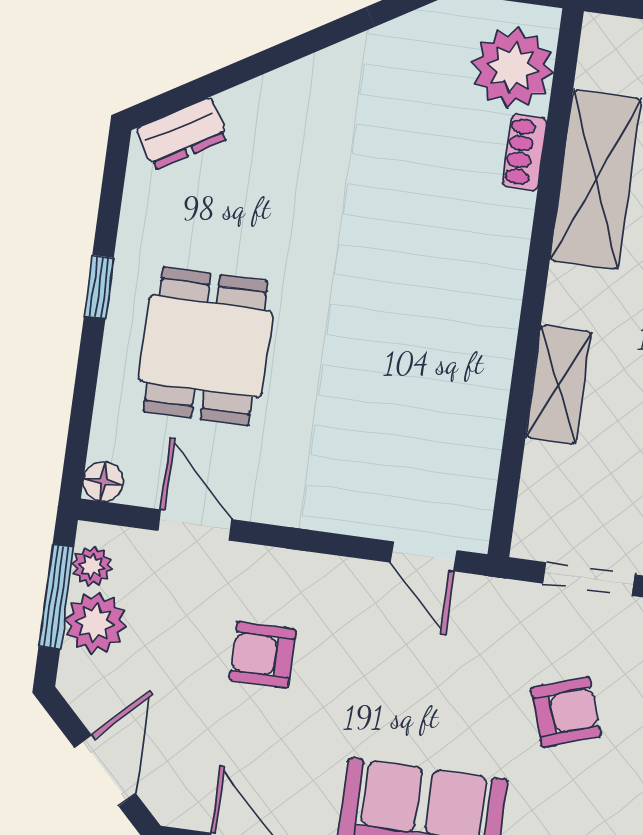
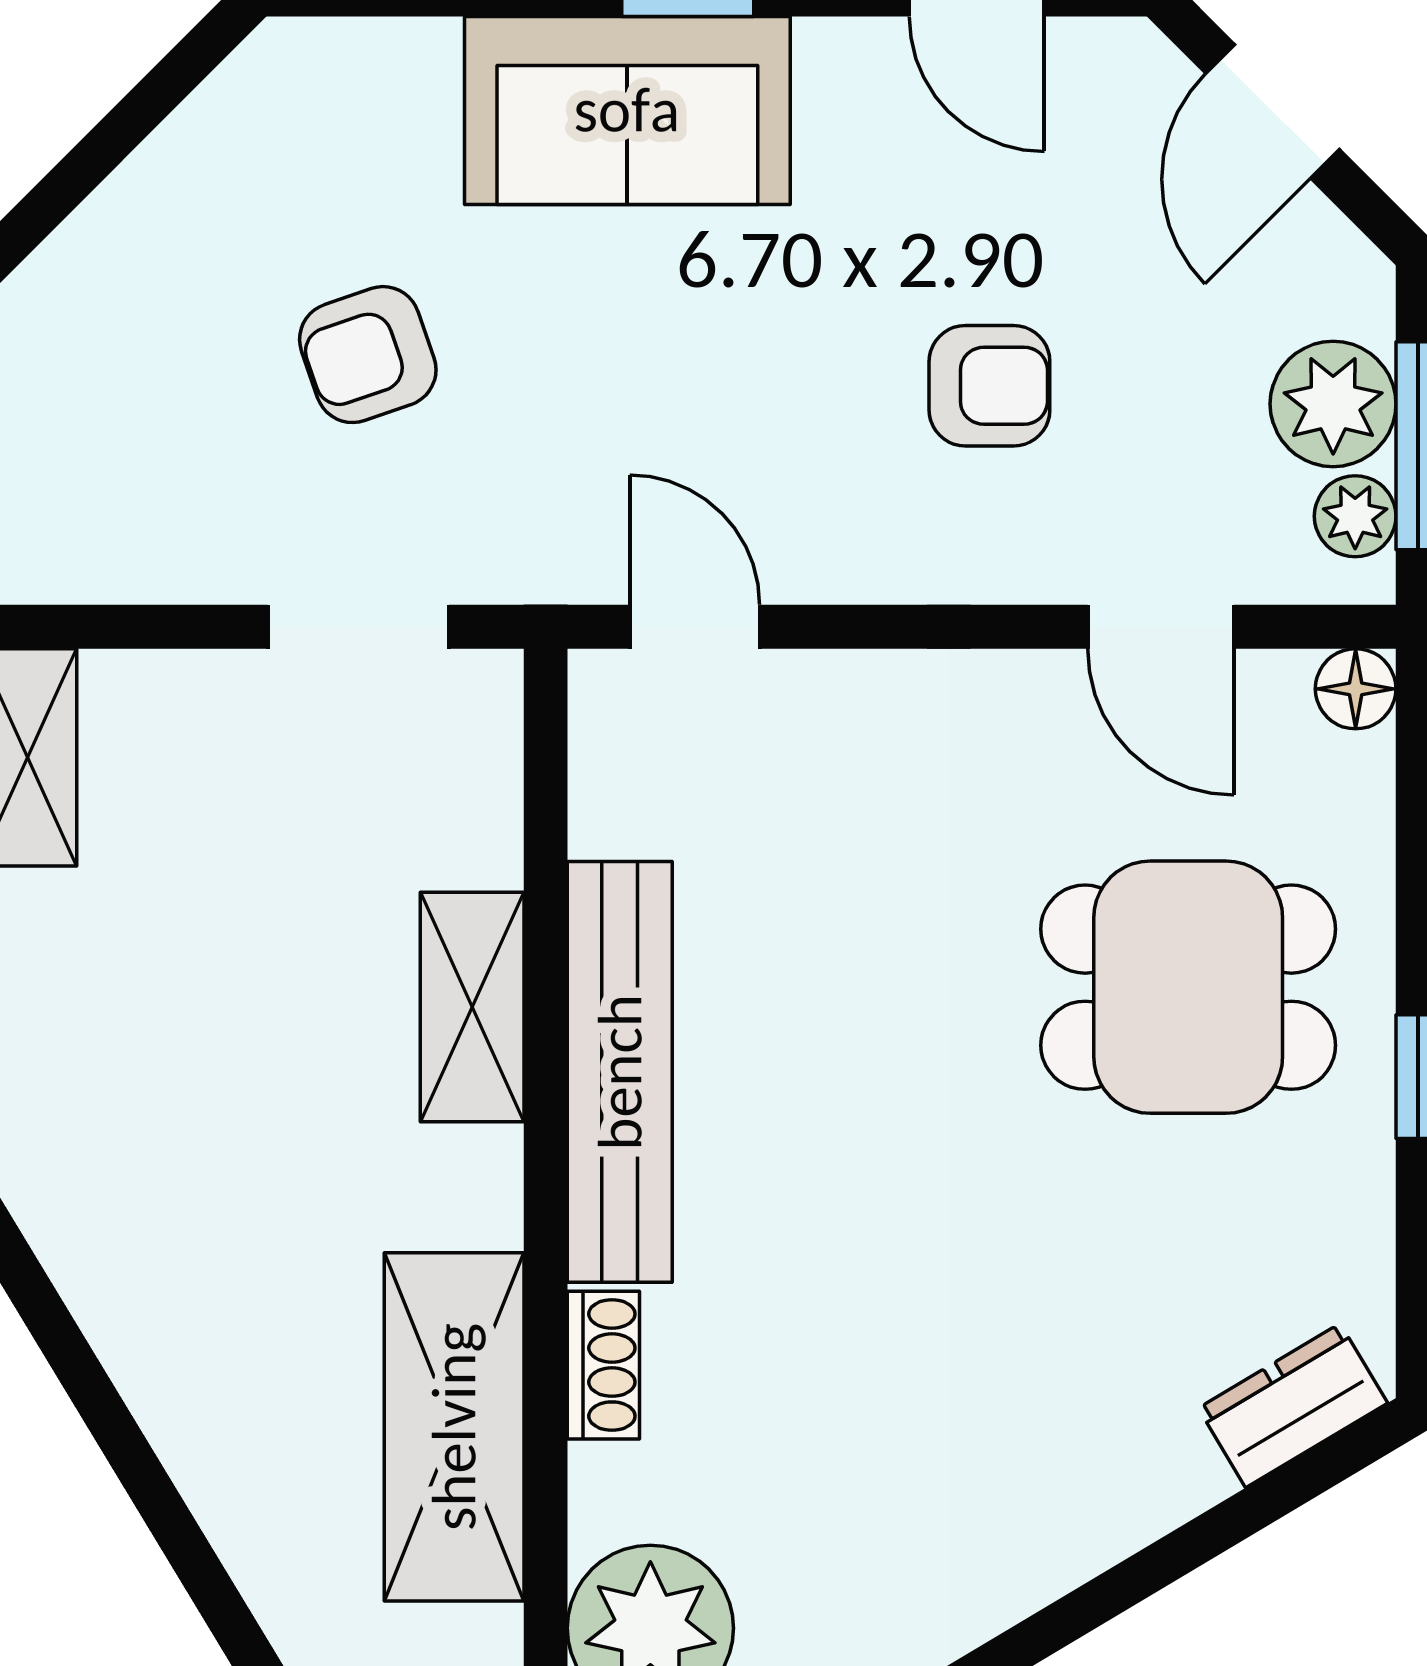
shoe rack: (525, 152) -> (603, 1365), moved
bench: (490, 343) -> (620, 1072), added
dining table: (206, 346) -> (1188, 987), turned 90

